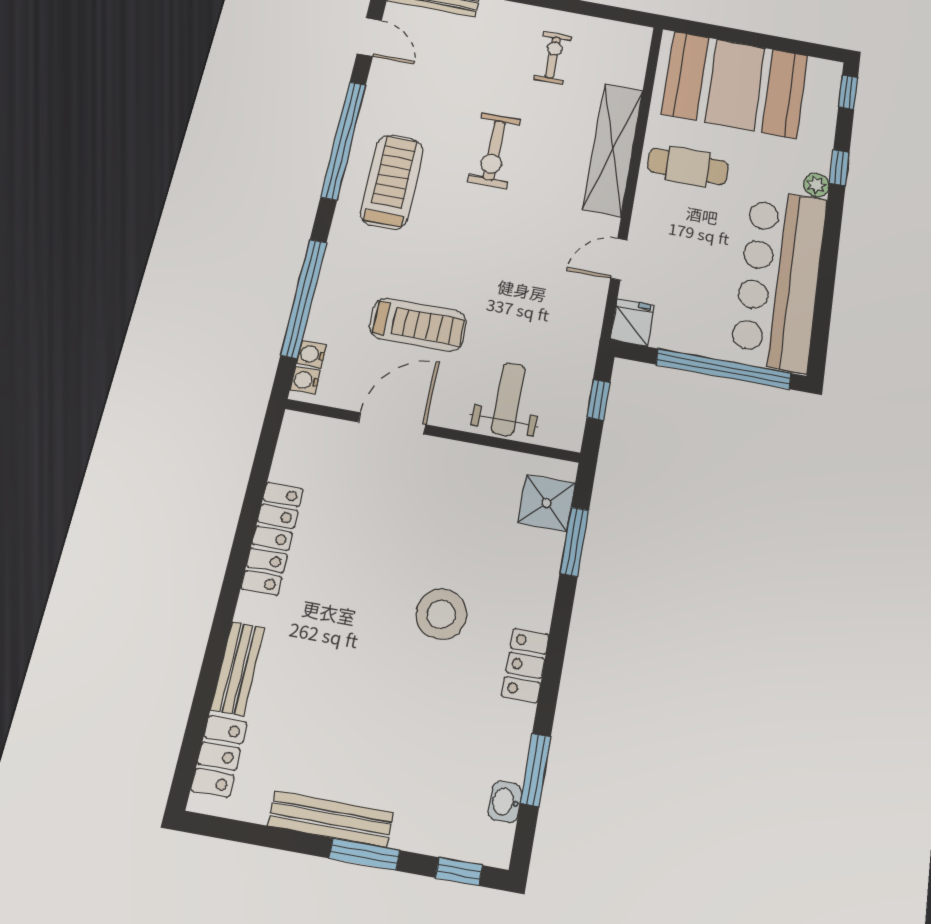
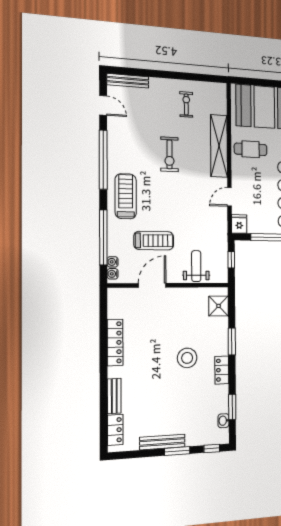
treadmill: (392, 182) -> (126, 196), moved
window: (574, 542) -> (232, 342), moved

